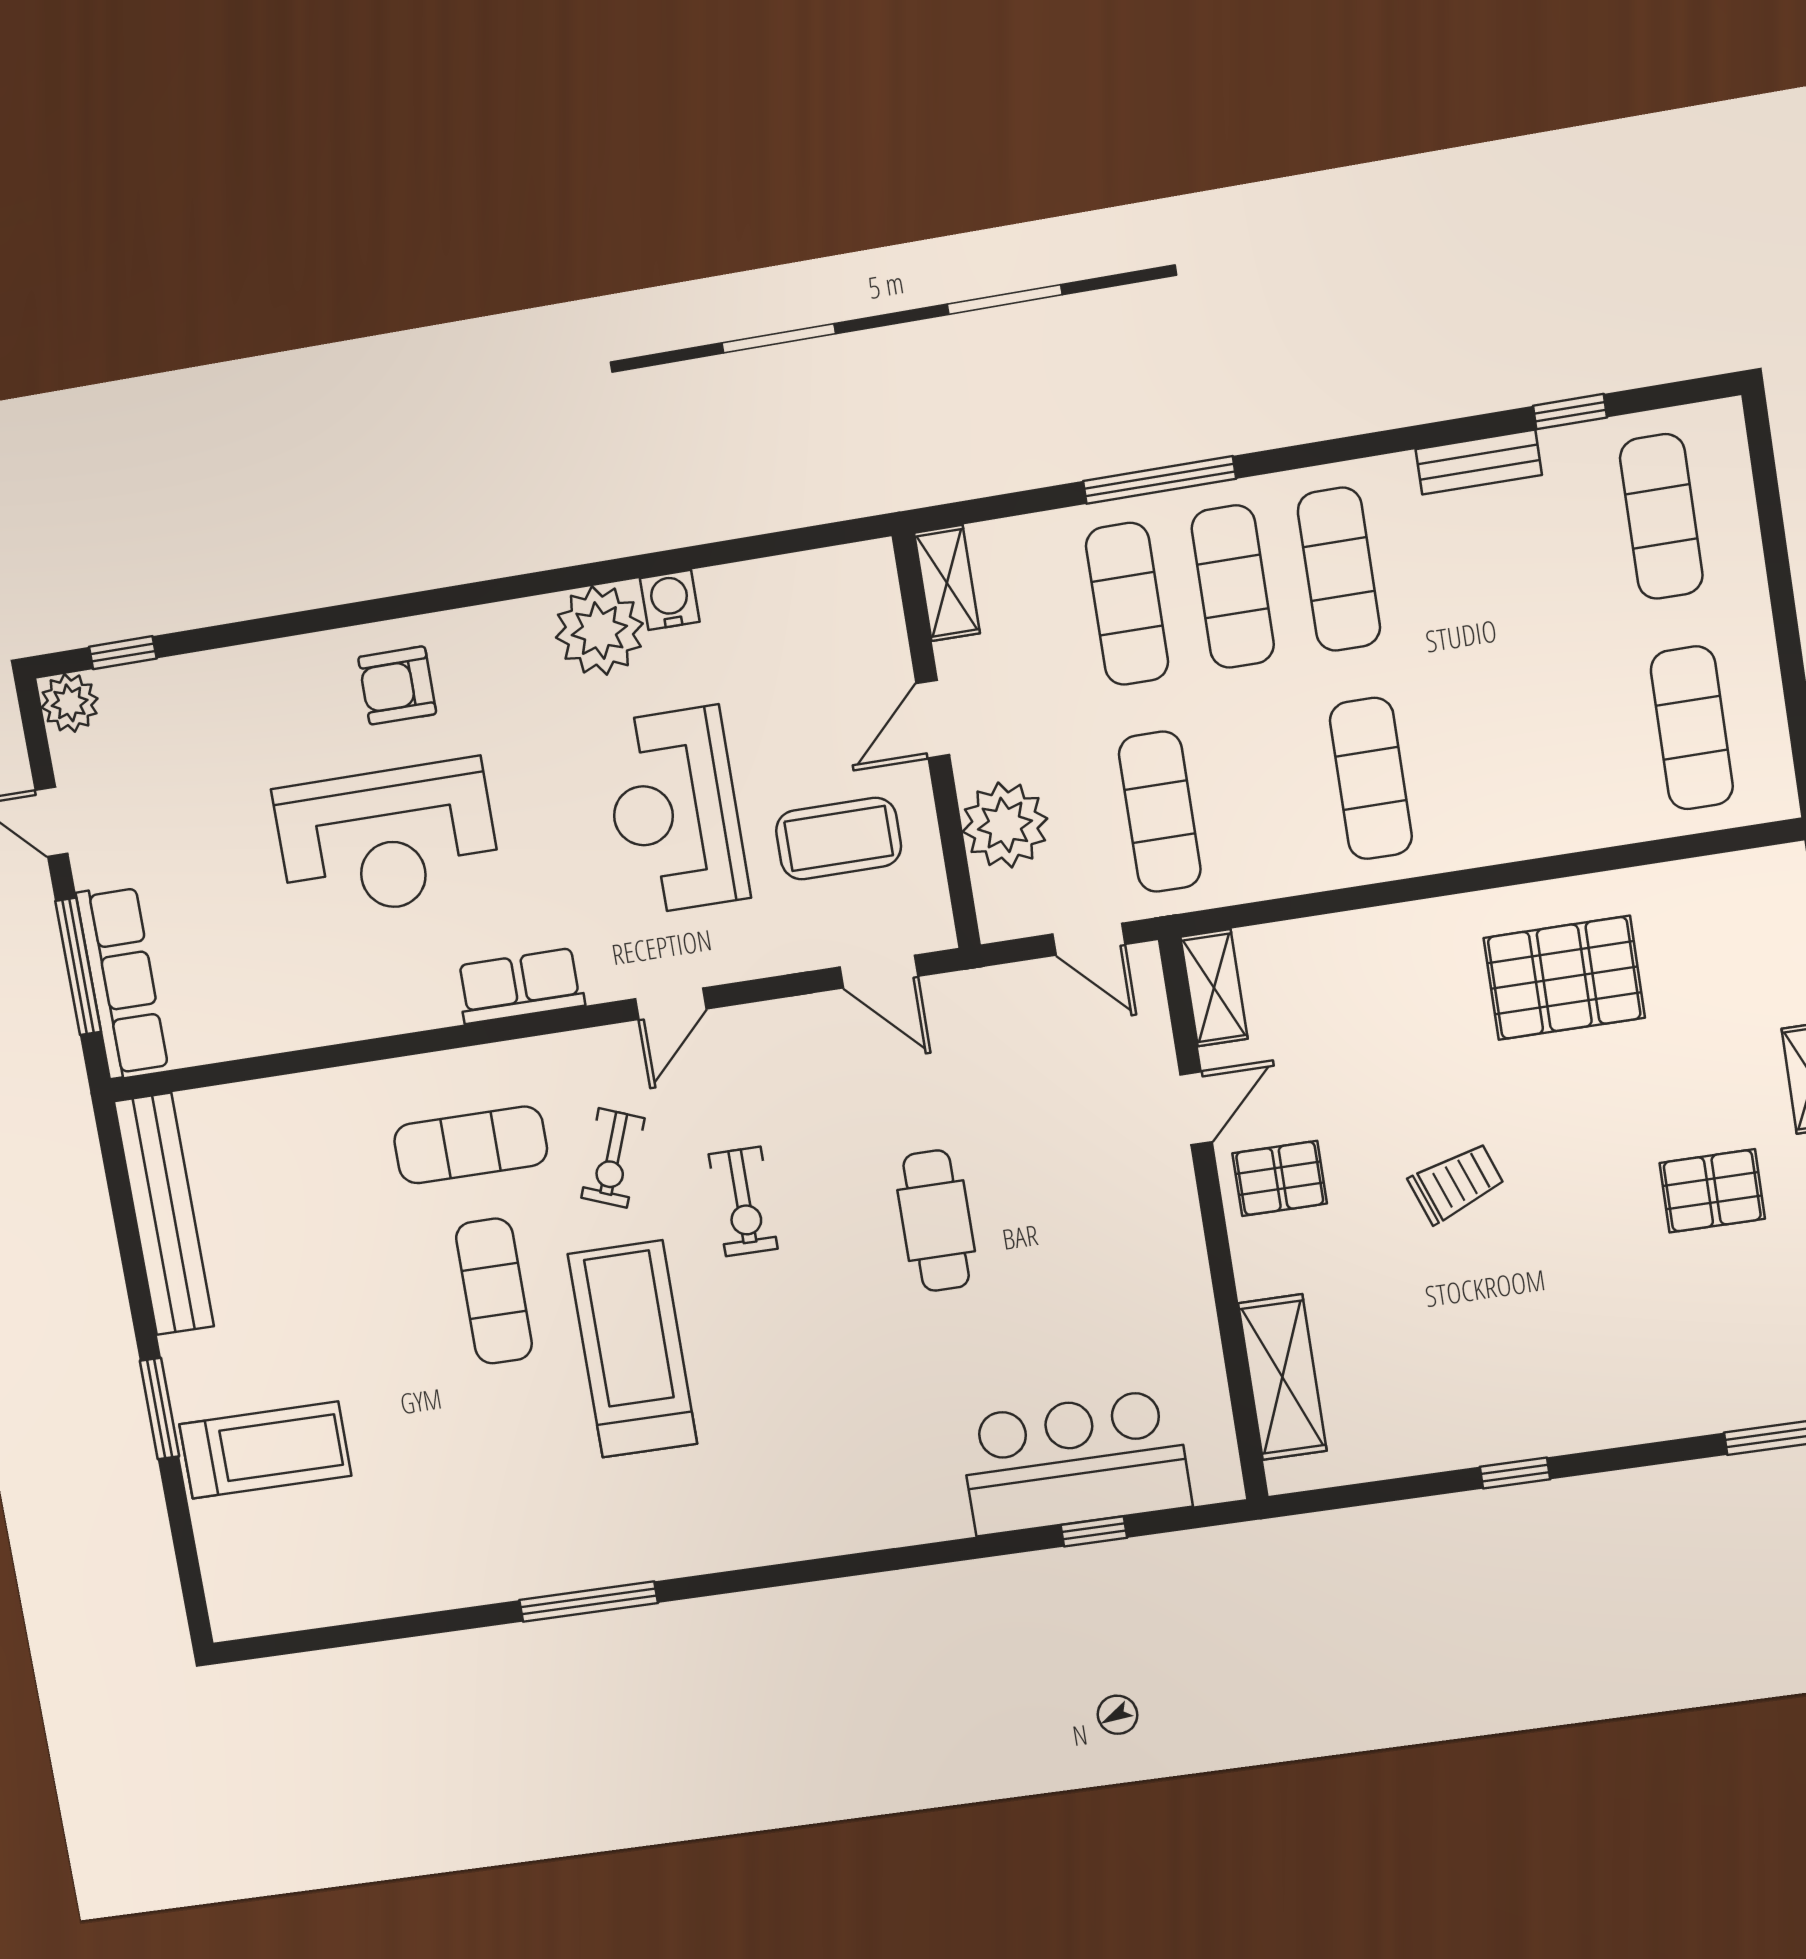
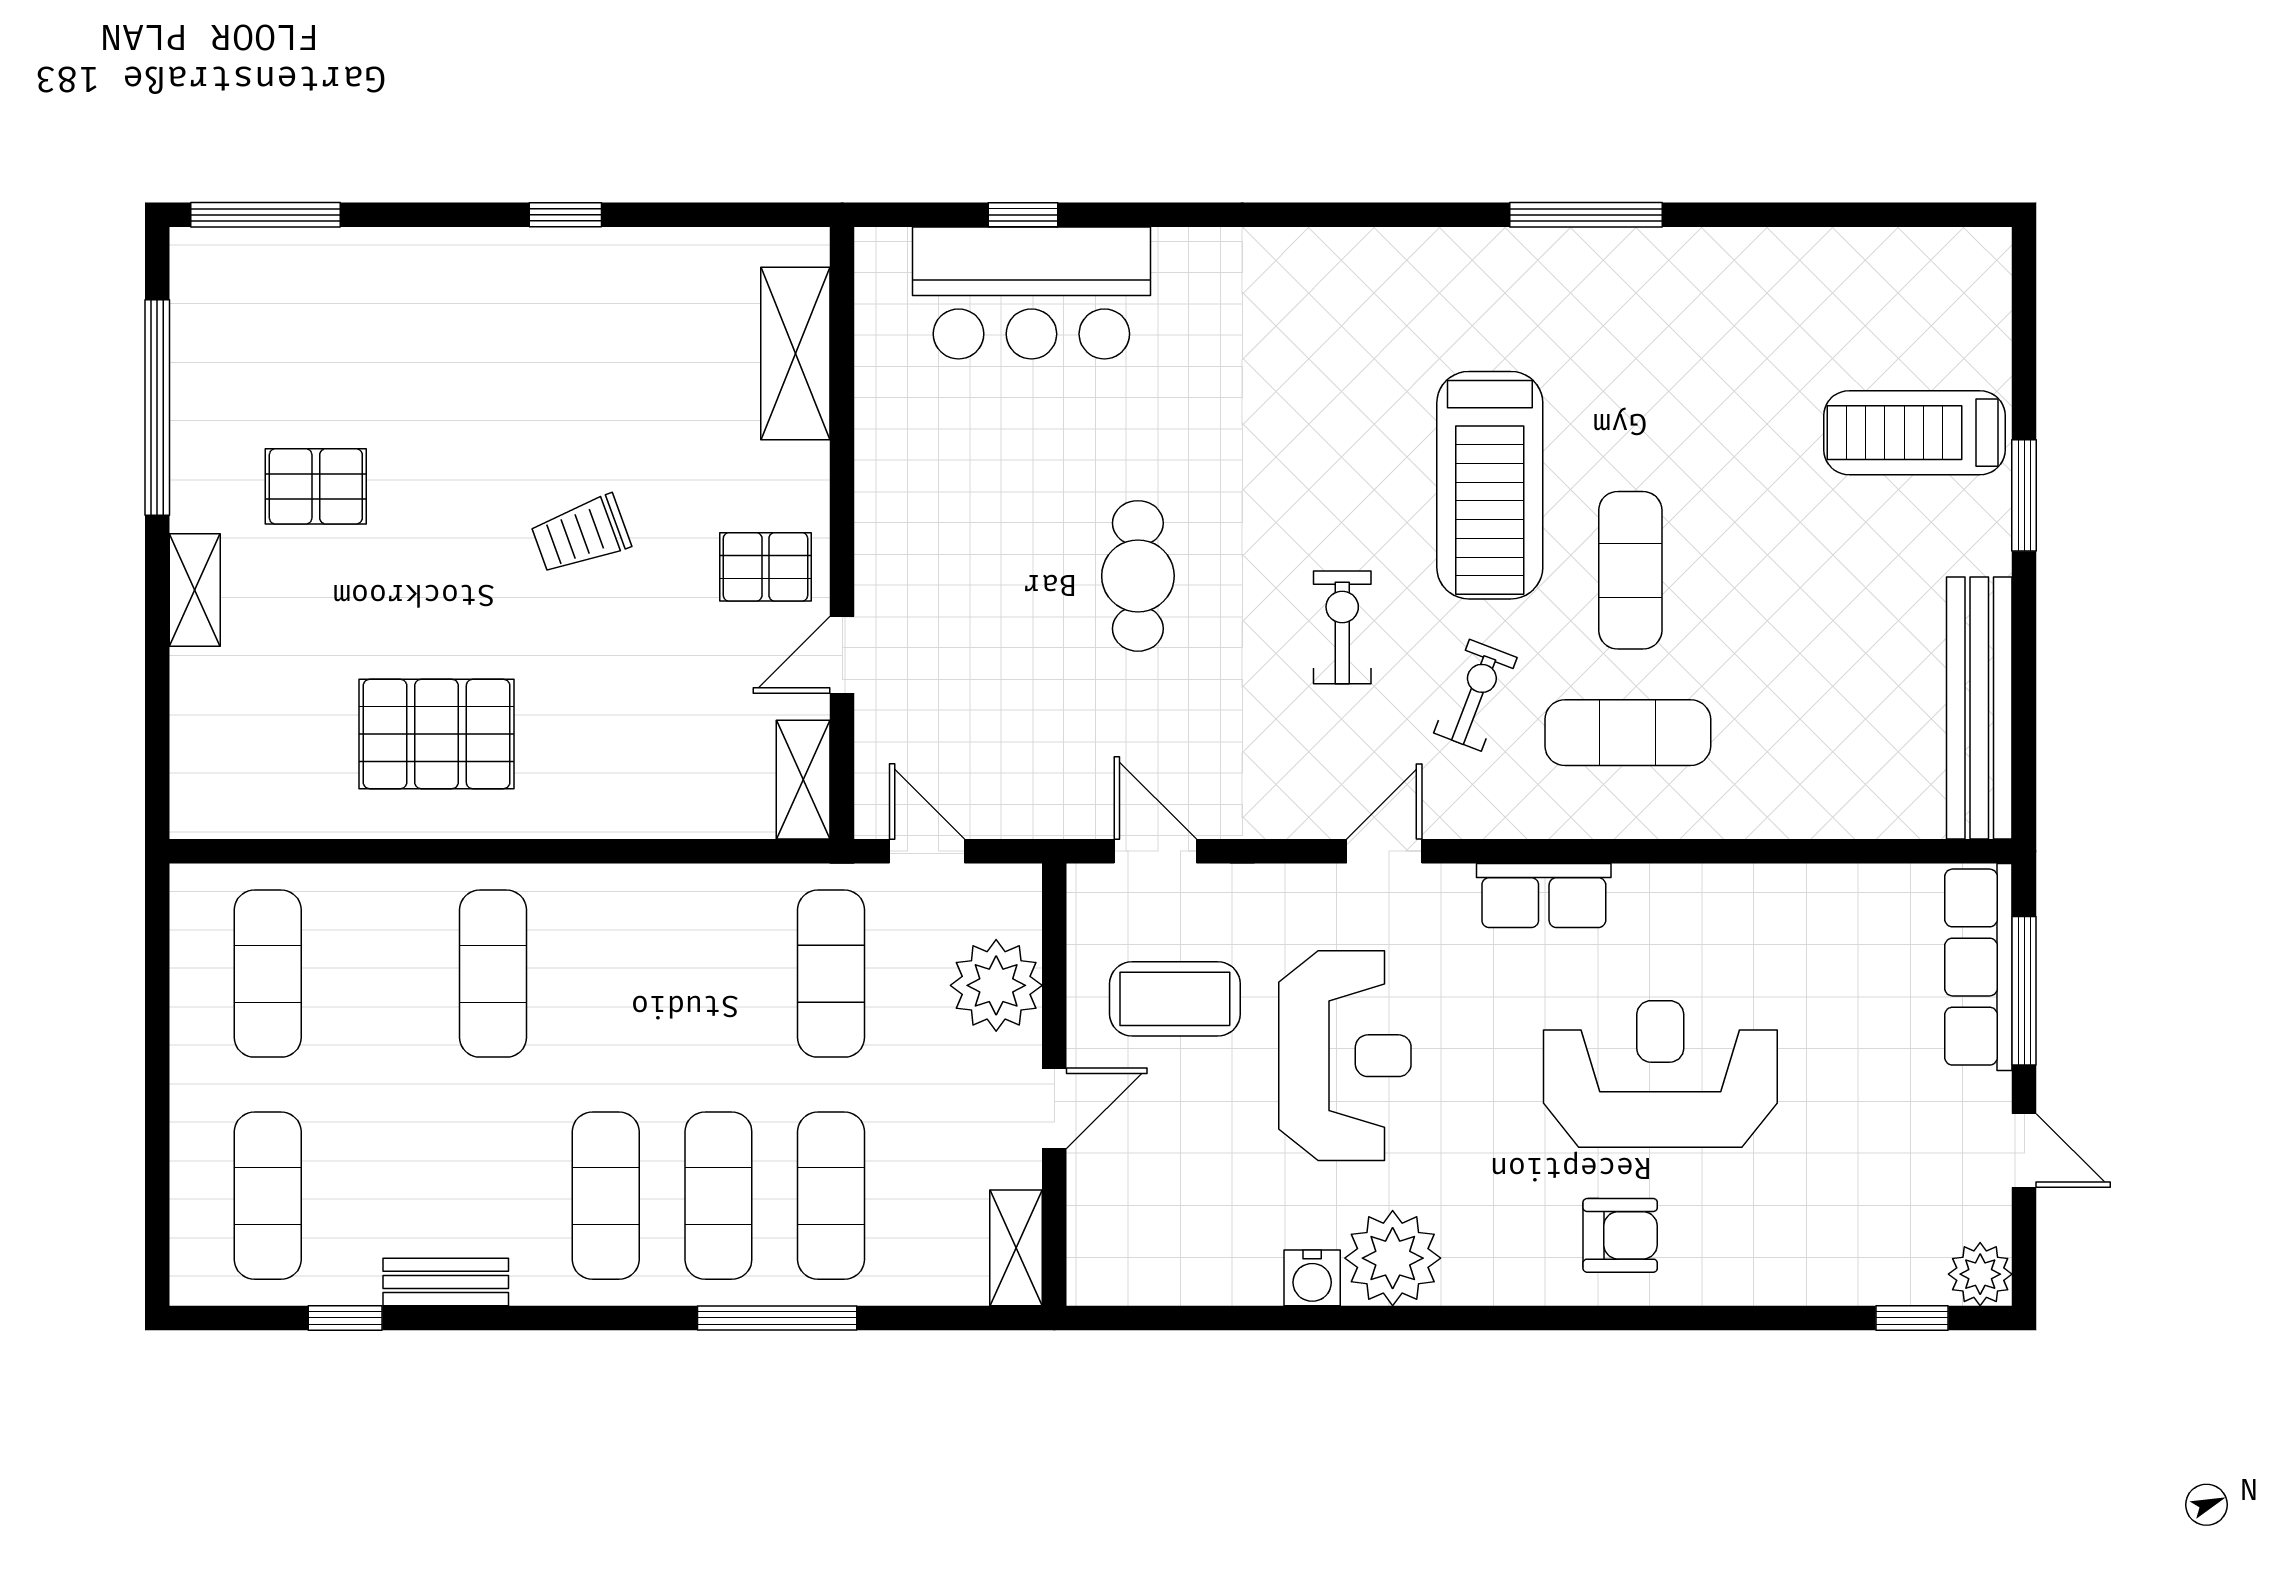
exercise mat: (1371, 778) -> (493, 974), moved

